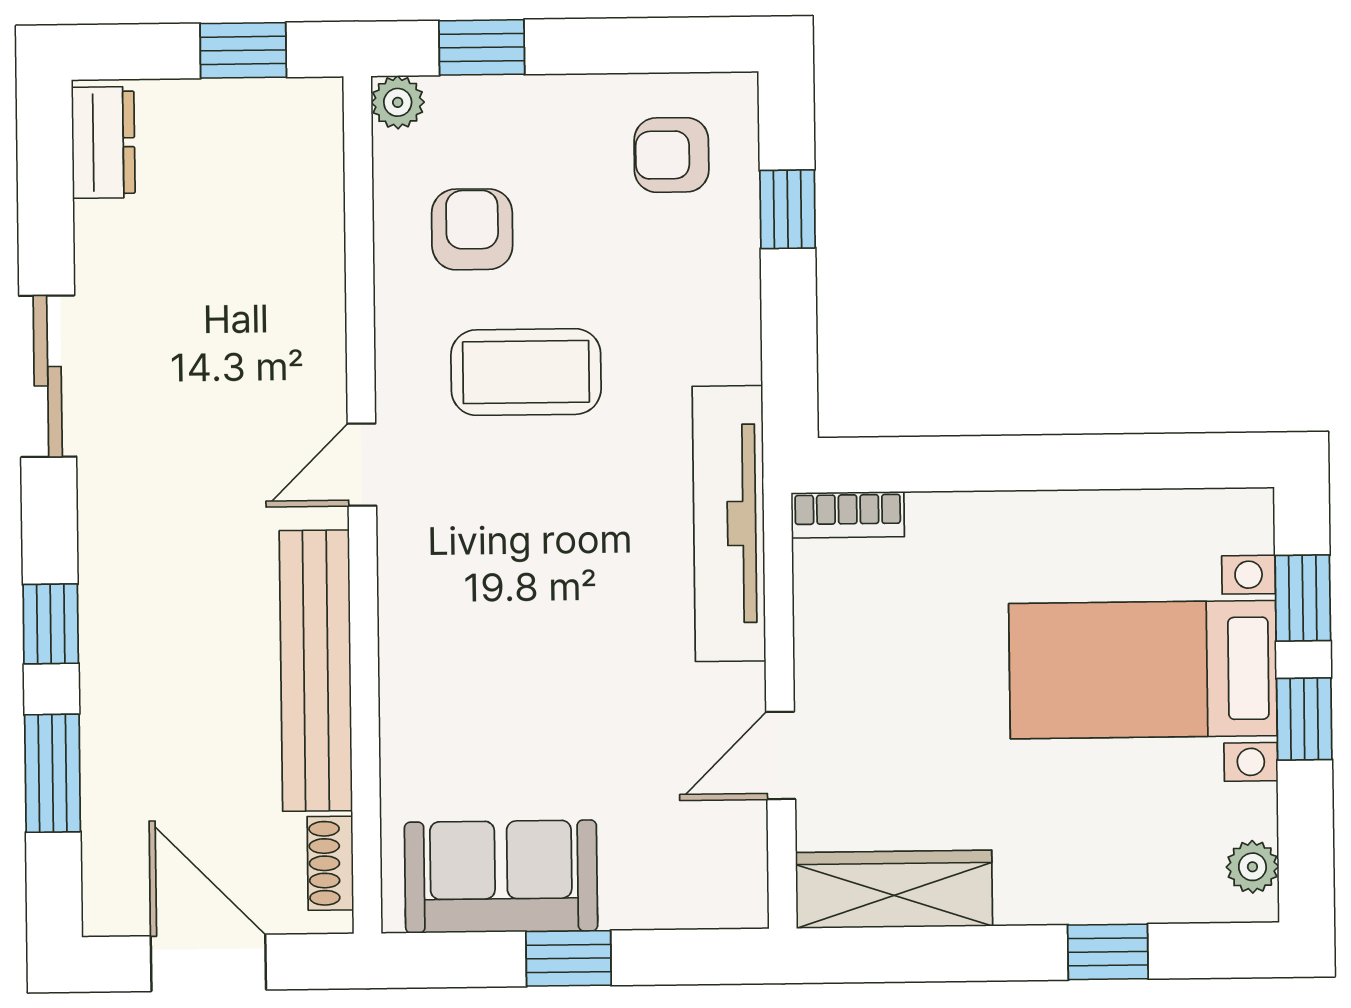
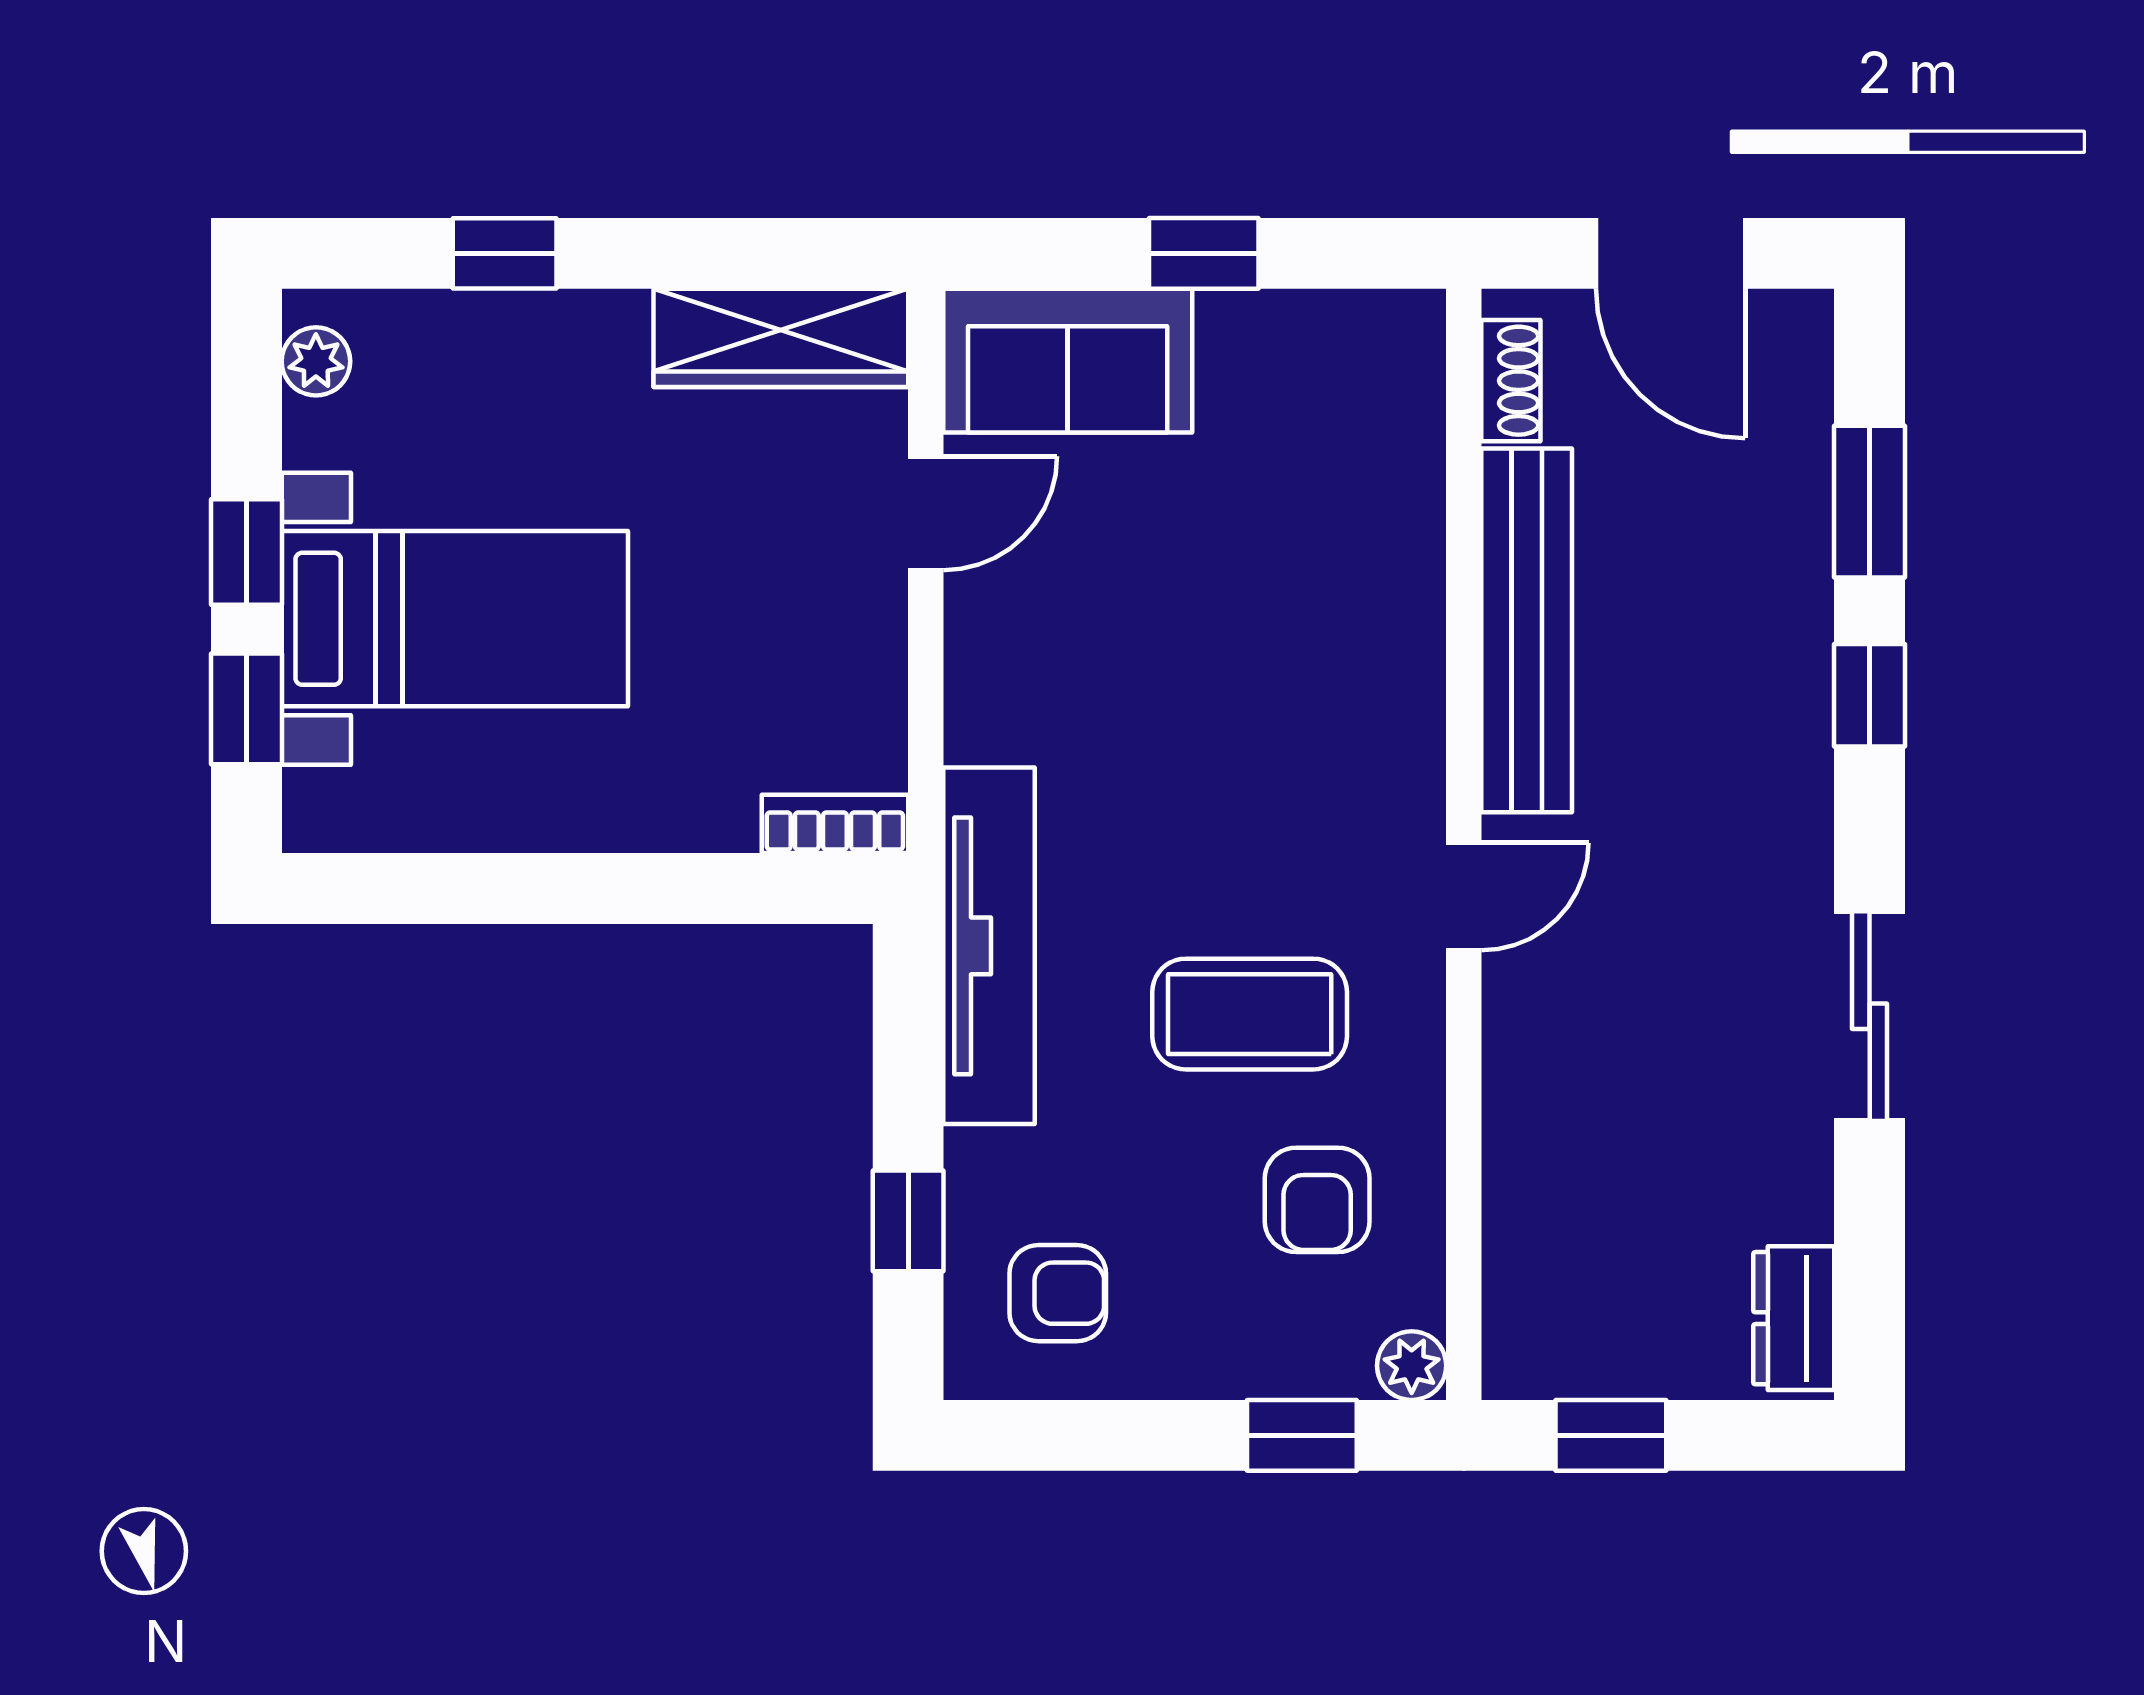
tv unit: (729, 524) -> (989, 946), moved
sofa: (501, 877) -> (1068, 361), moved

